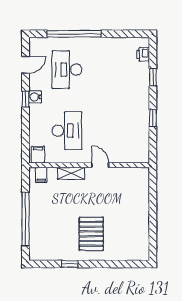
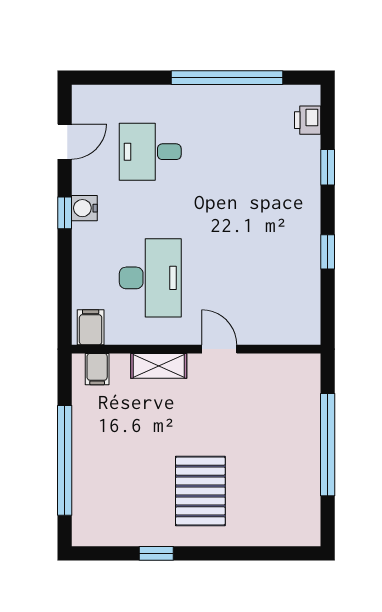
window: (74, 34) -> (227, 78), moved
desk: (67, 70) -> (150, 152), width x0.73
window: (153, 211) -> (328, 445), added

